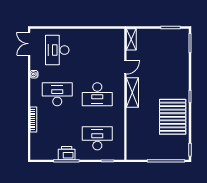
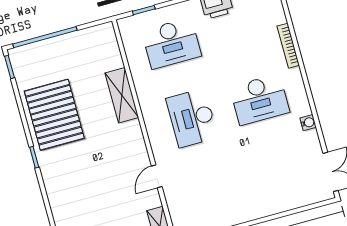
desk: (57, 50) -> (280, 174), removed
shelving: (132, 93) -> (122, 95), moved
desk: (97, 94) -> (192, 118), turned -90

